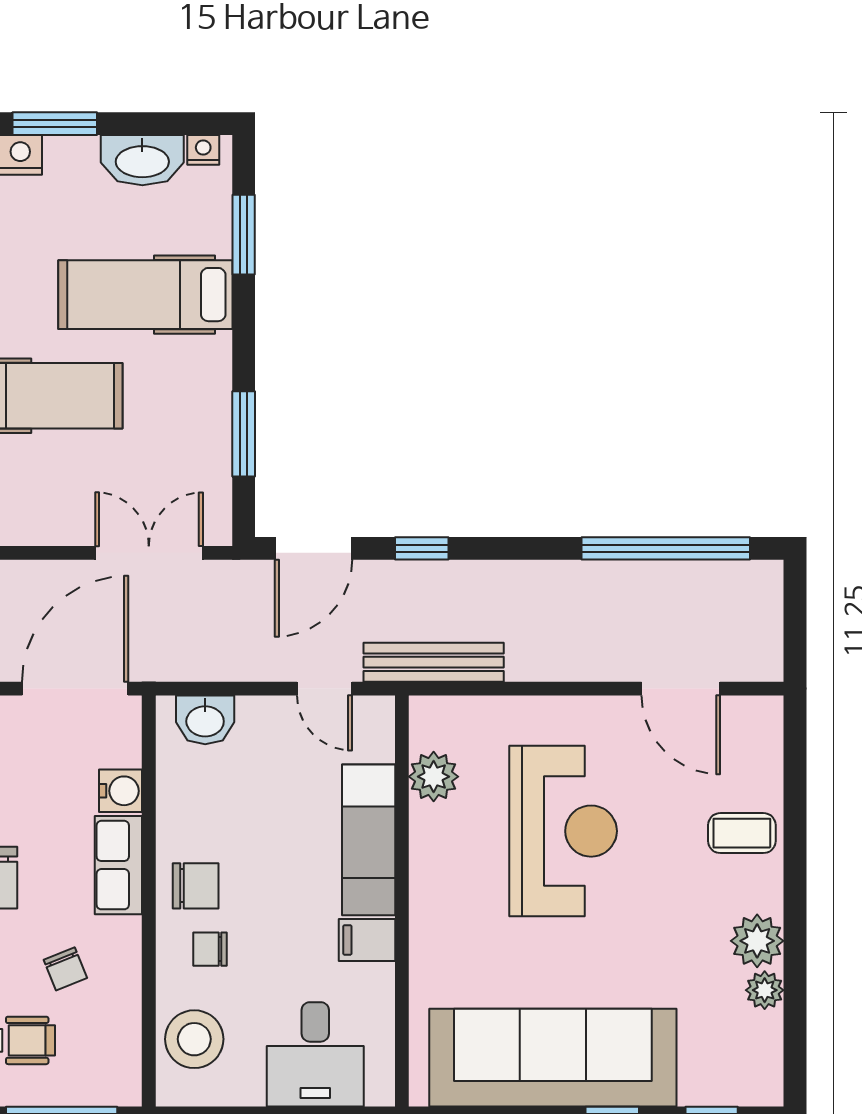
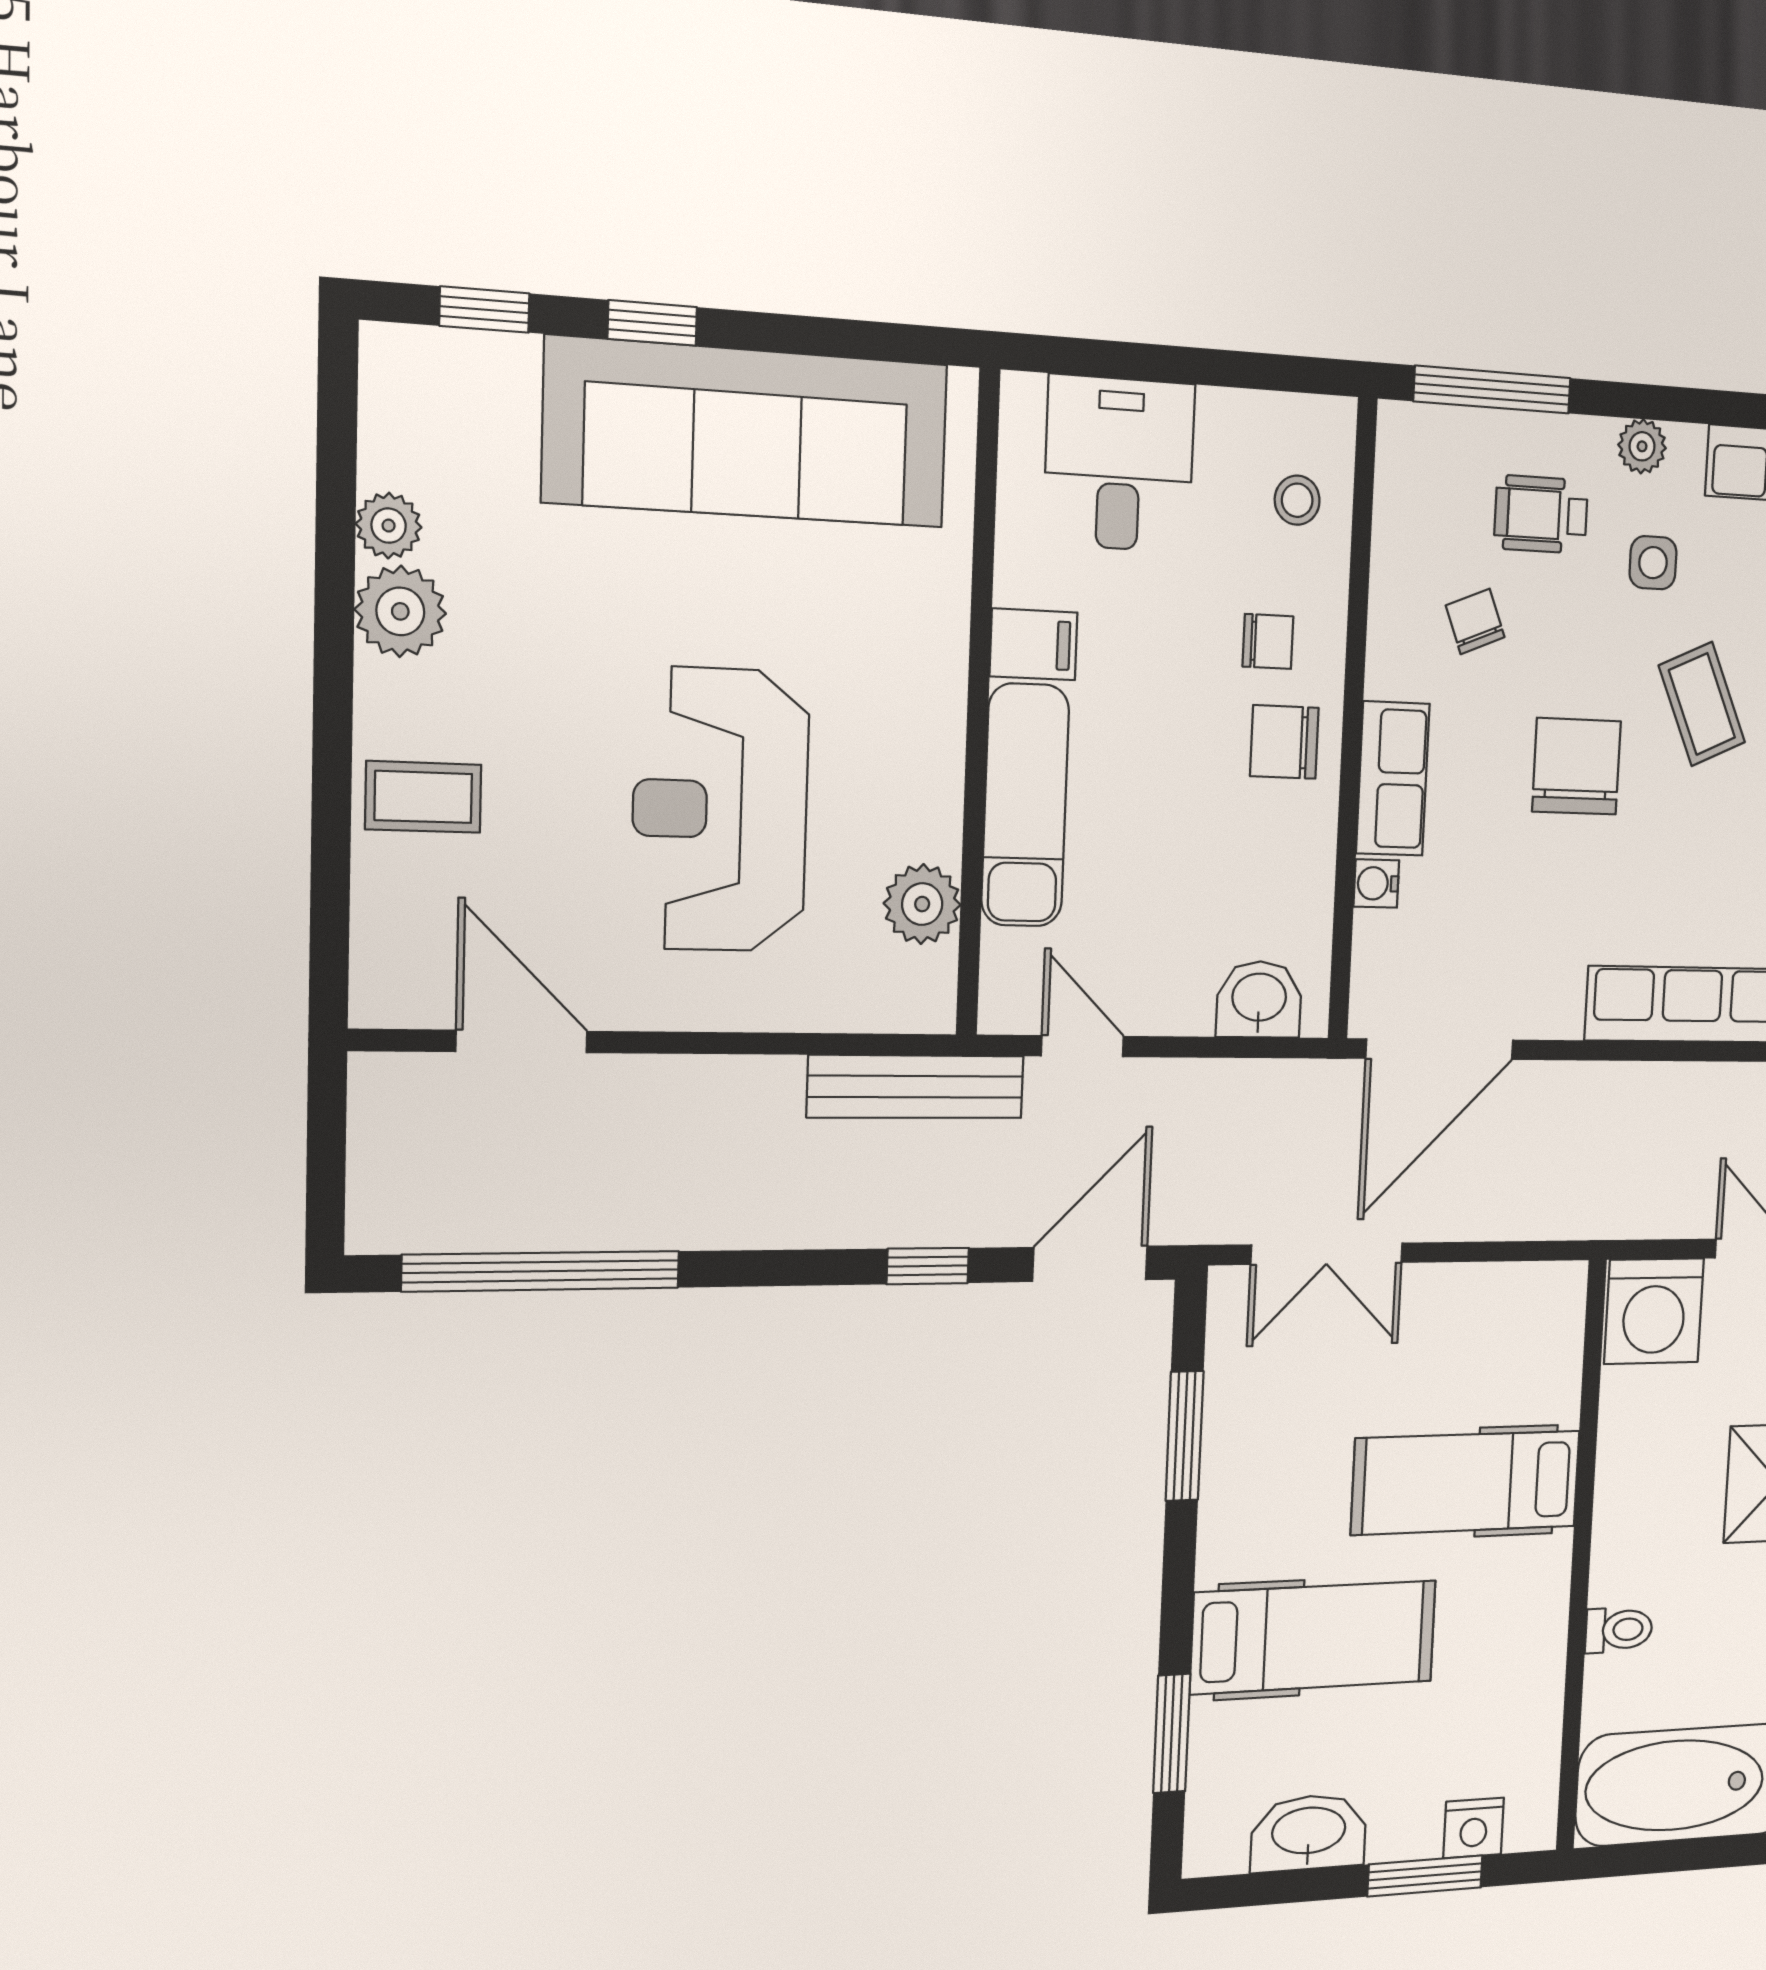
nightstand: (203, 150) -> (1223, 1854), removed
water cooler: (121, 791) -> (1376, 883), width x0.72, depth x0.72
stool: (194, 1039) -> (1297, 500), width x0.53, depth x0.53

